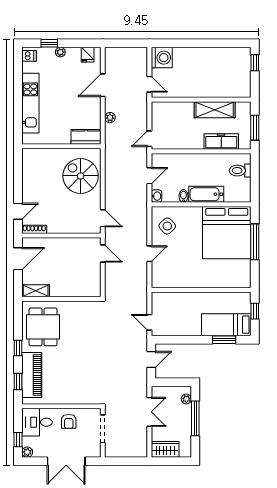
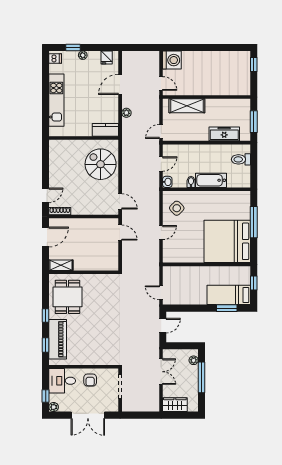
shelving: (215, 110) -> (187, 106), moved
bed: (227, 233) -> (227, 241), moved, turned 90

